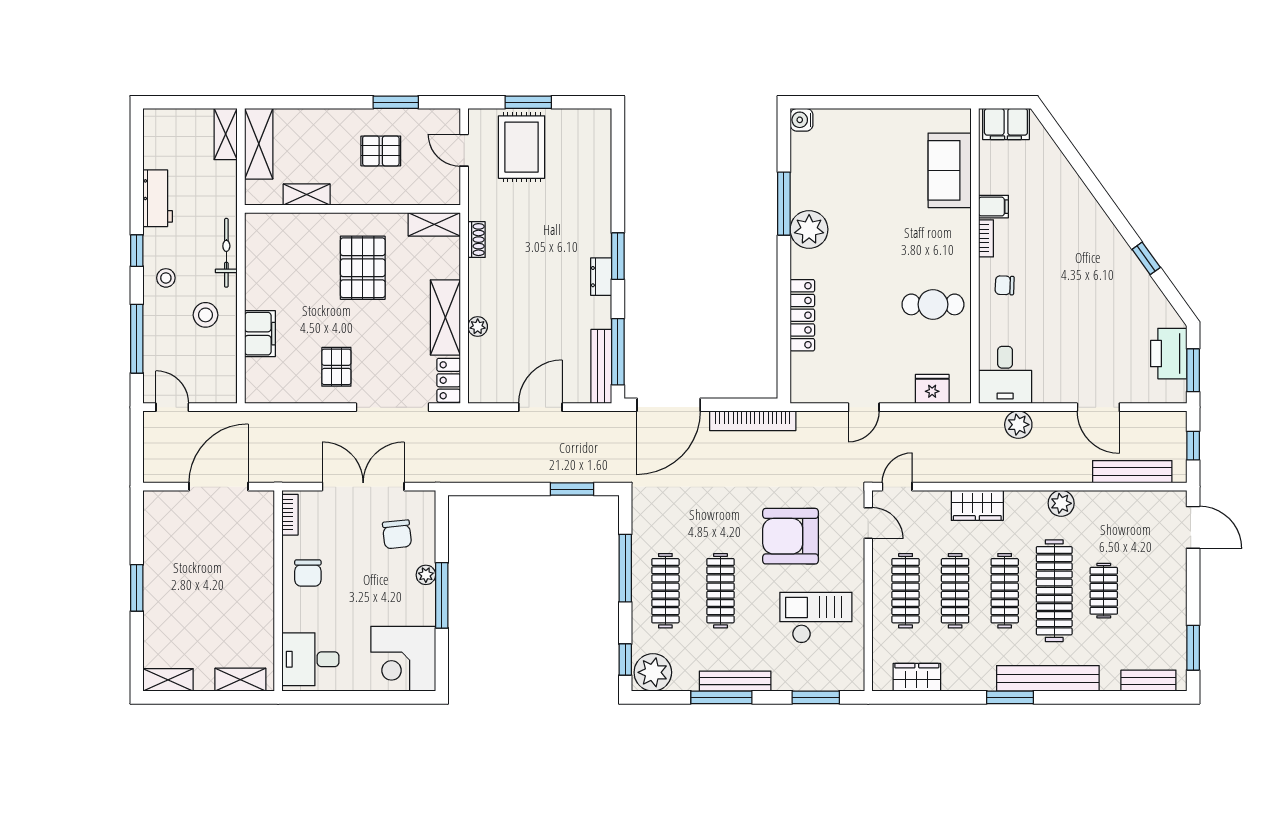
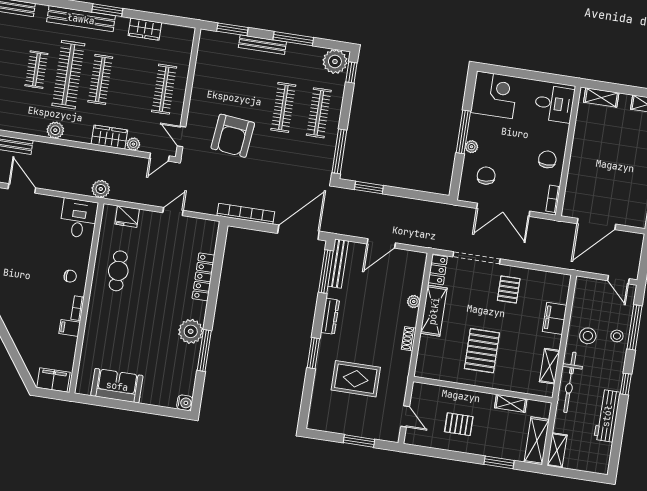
window: (396, 102) -> (499, 462), moved
rug: (522, 147) -> (356, 379), moved, turned 90
sofa: (950, 170) -> (117, 386), moved, turned -90
workbench: (158, 198) -> (607, 416), width x1.38
shelving: (434, 224) -> (550, 366), moved, turned 90
shoe rack: (476, 240) -> (409, 339), moved
bicycle: (226, 253) -> (570, 382), width x1.37, depth x1.40
window: (618, 256) -> (313, 353), moved
dresser: (601, 277) -> (330, 316), width x1.44
stool: (166, 278) -> (617, 336), moved
cafe table: (933, 304) -> (118, 271), turned 90
plant: (1018, 425) -> (101, 189), moved
plant: (939, 500) -> (133, 144), added
armchair: (791, 536) -> (233, 136), turned 96
window: (625, 568) -> (339, 151), moved
clothes rail: (955, 591) -> (132, 84), removed
checkout: (816, 618) -> (224, 81), removed
wardrobe: (917, 677) -> (145, 29), moved
bench: (735, 681) -> (262, 45), moved

